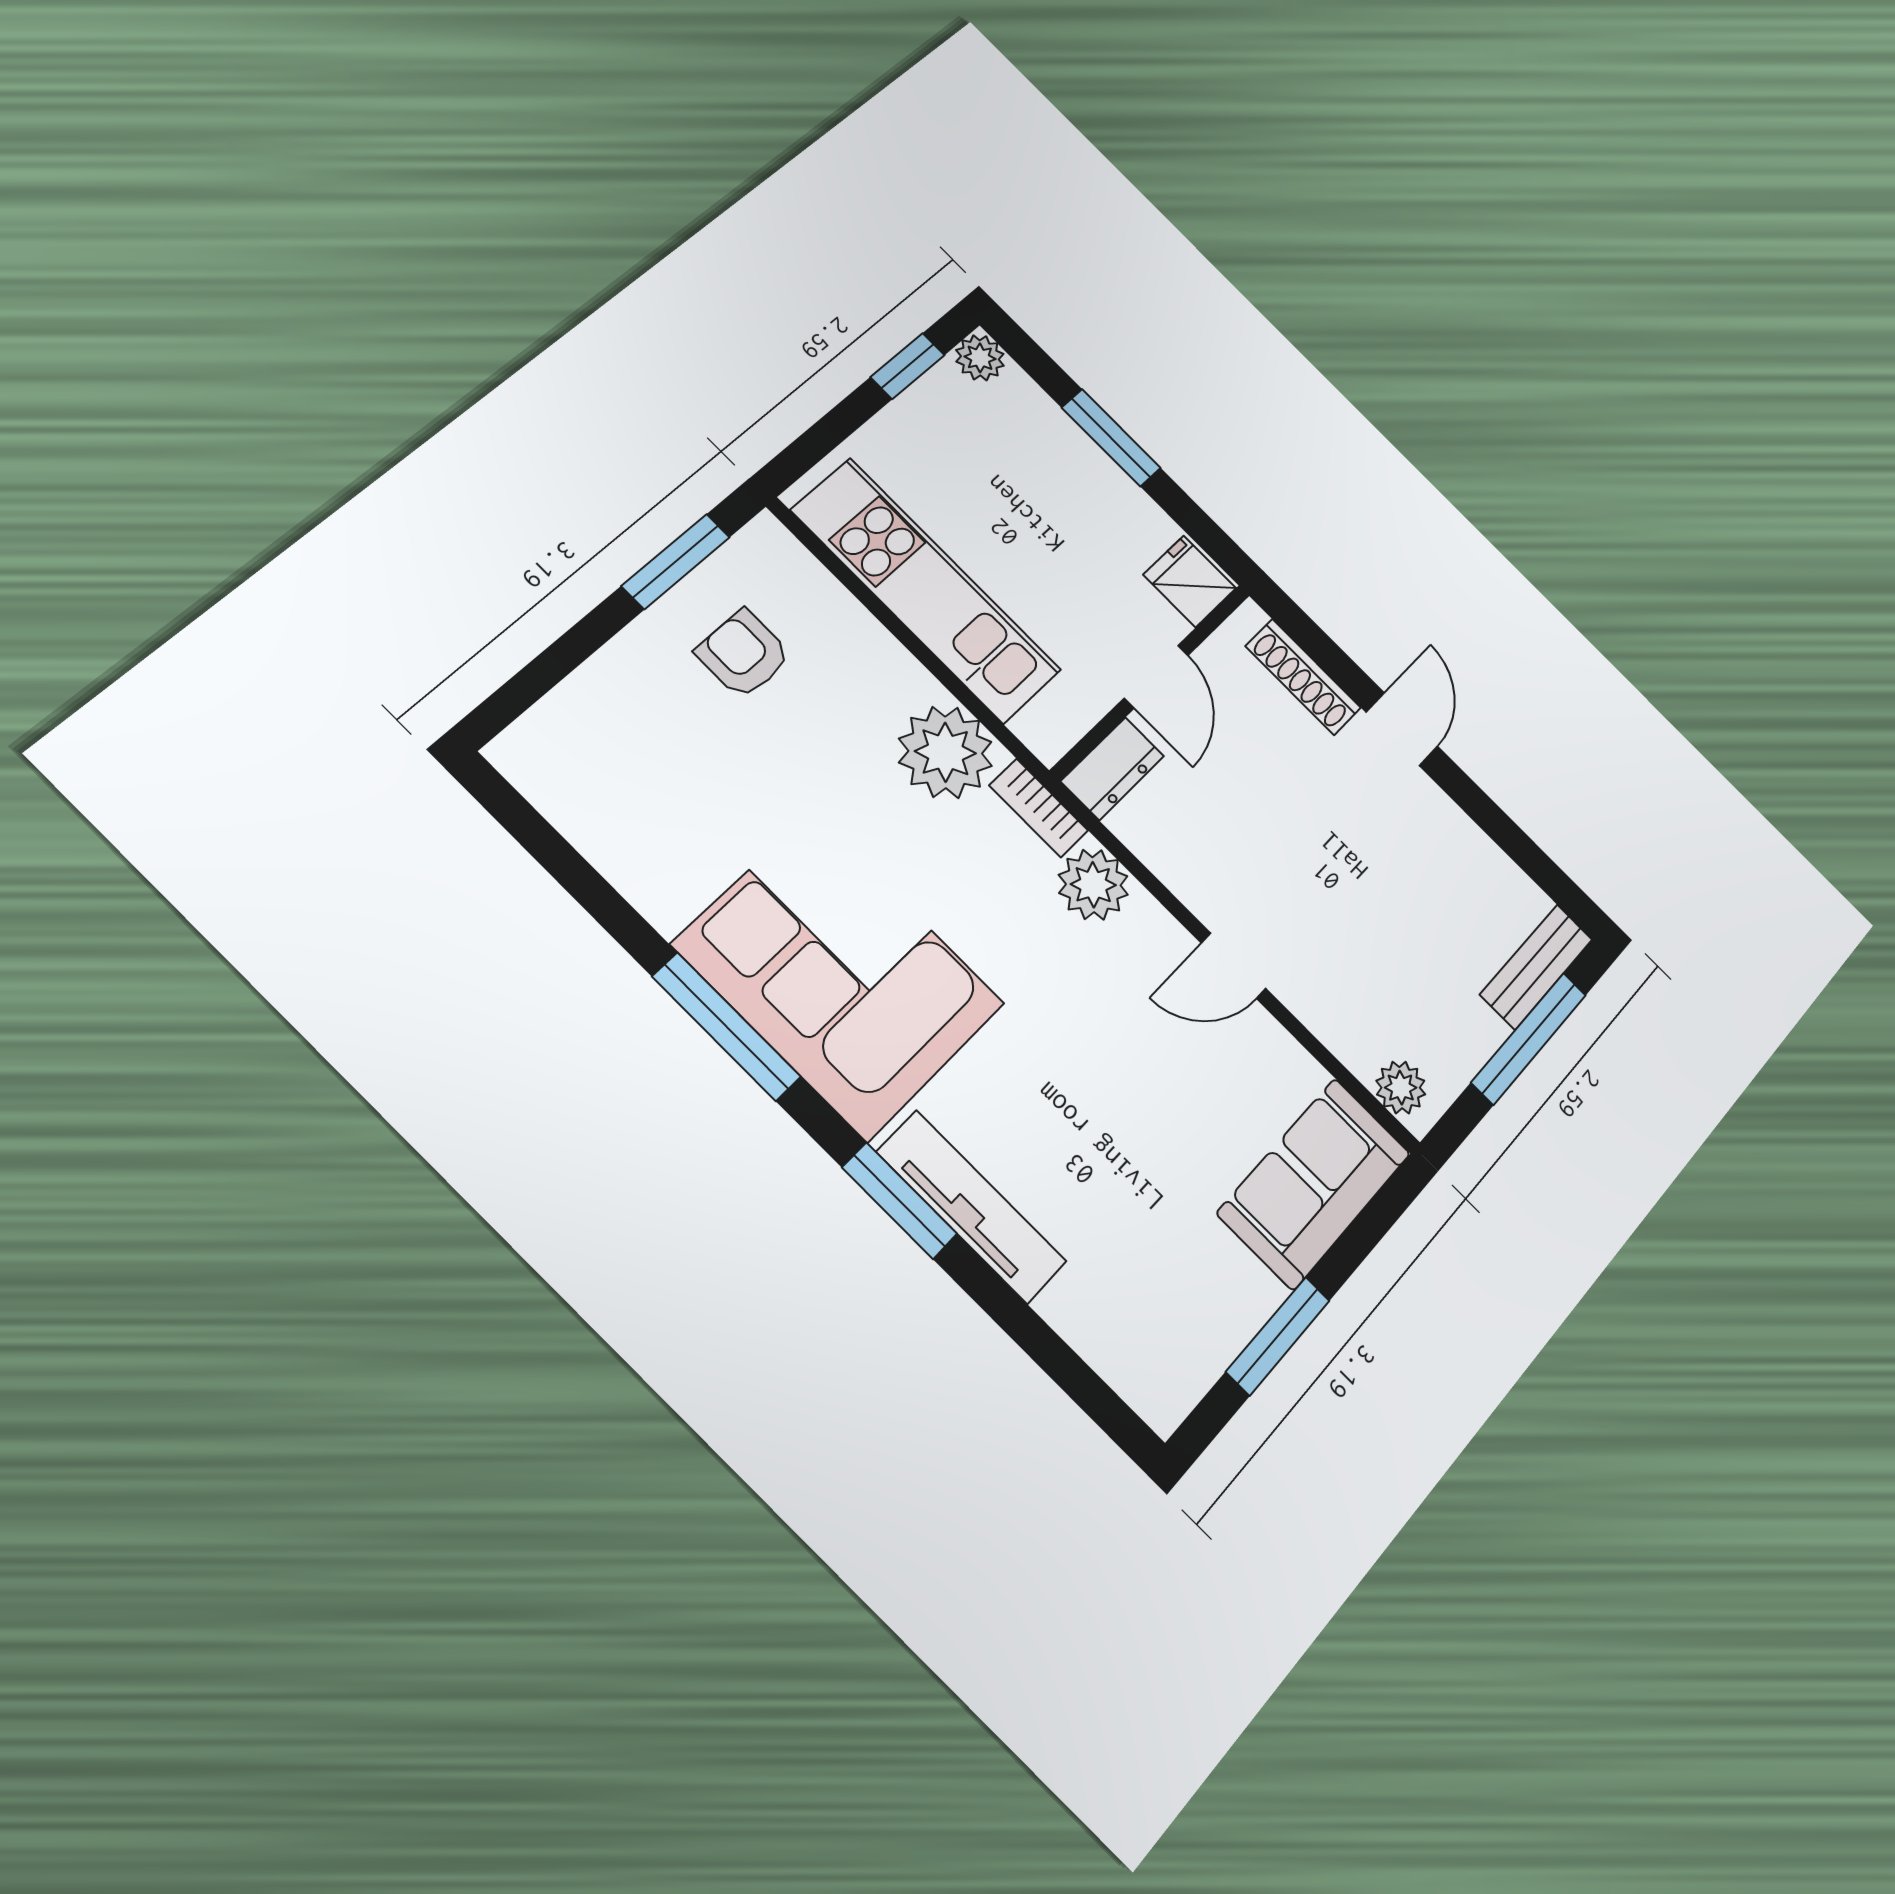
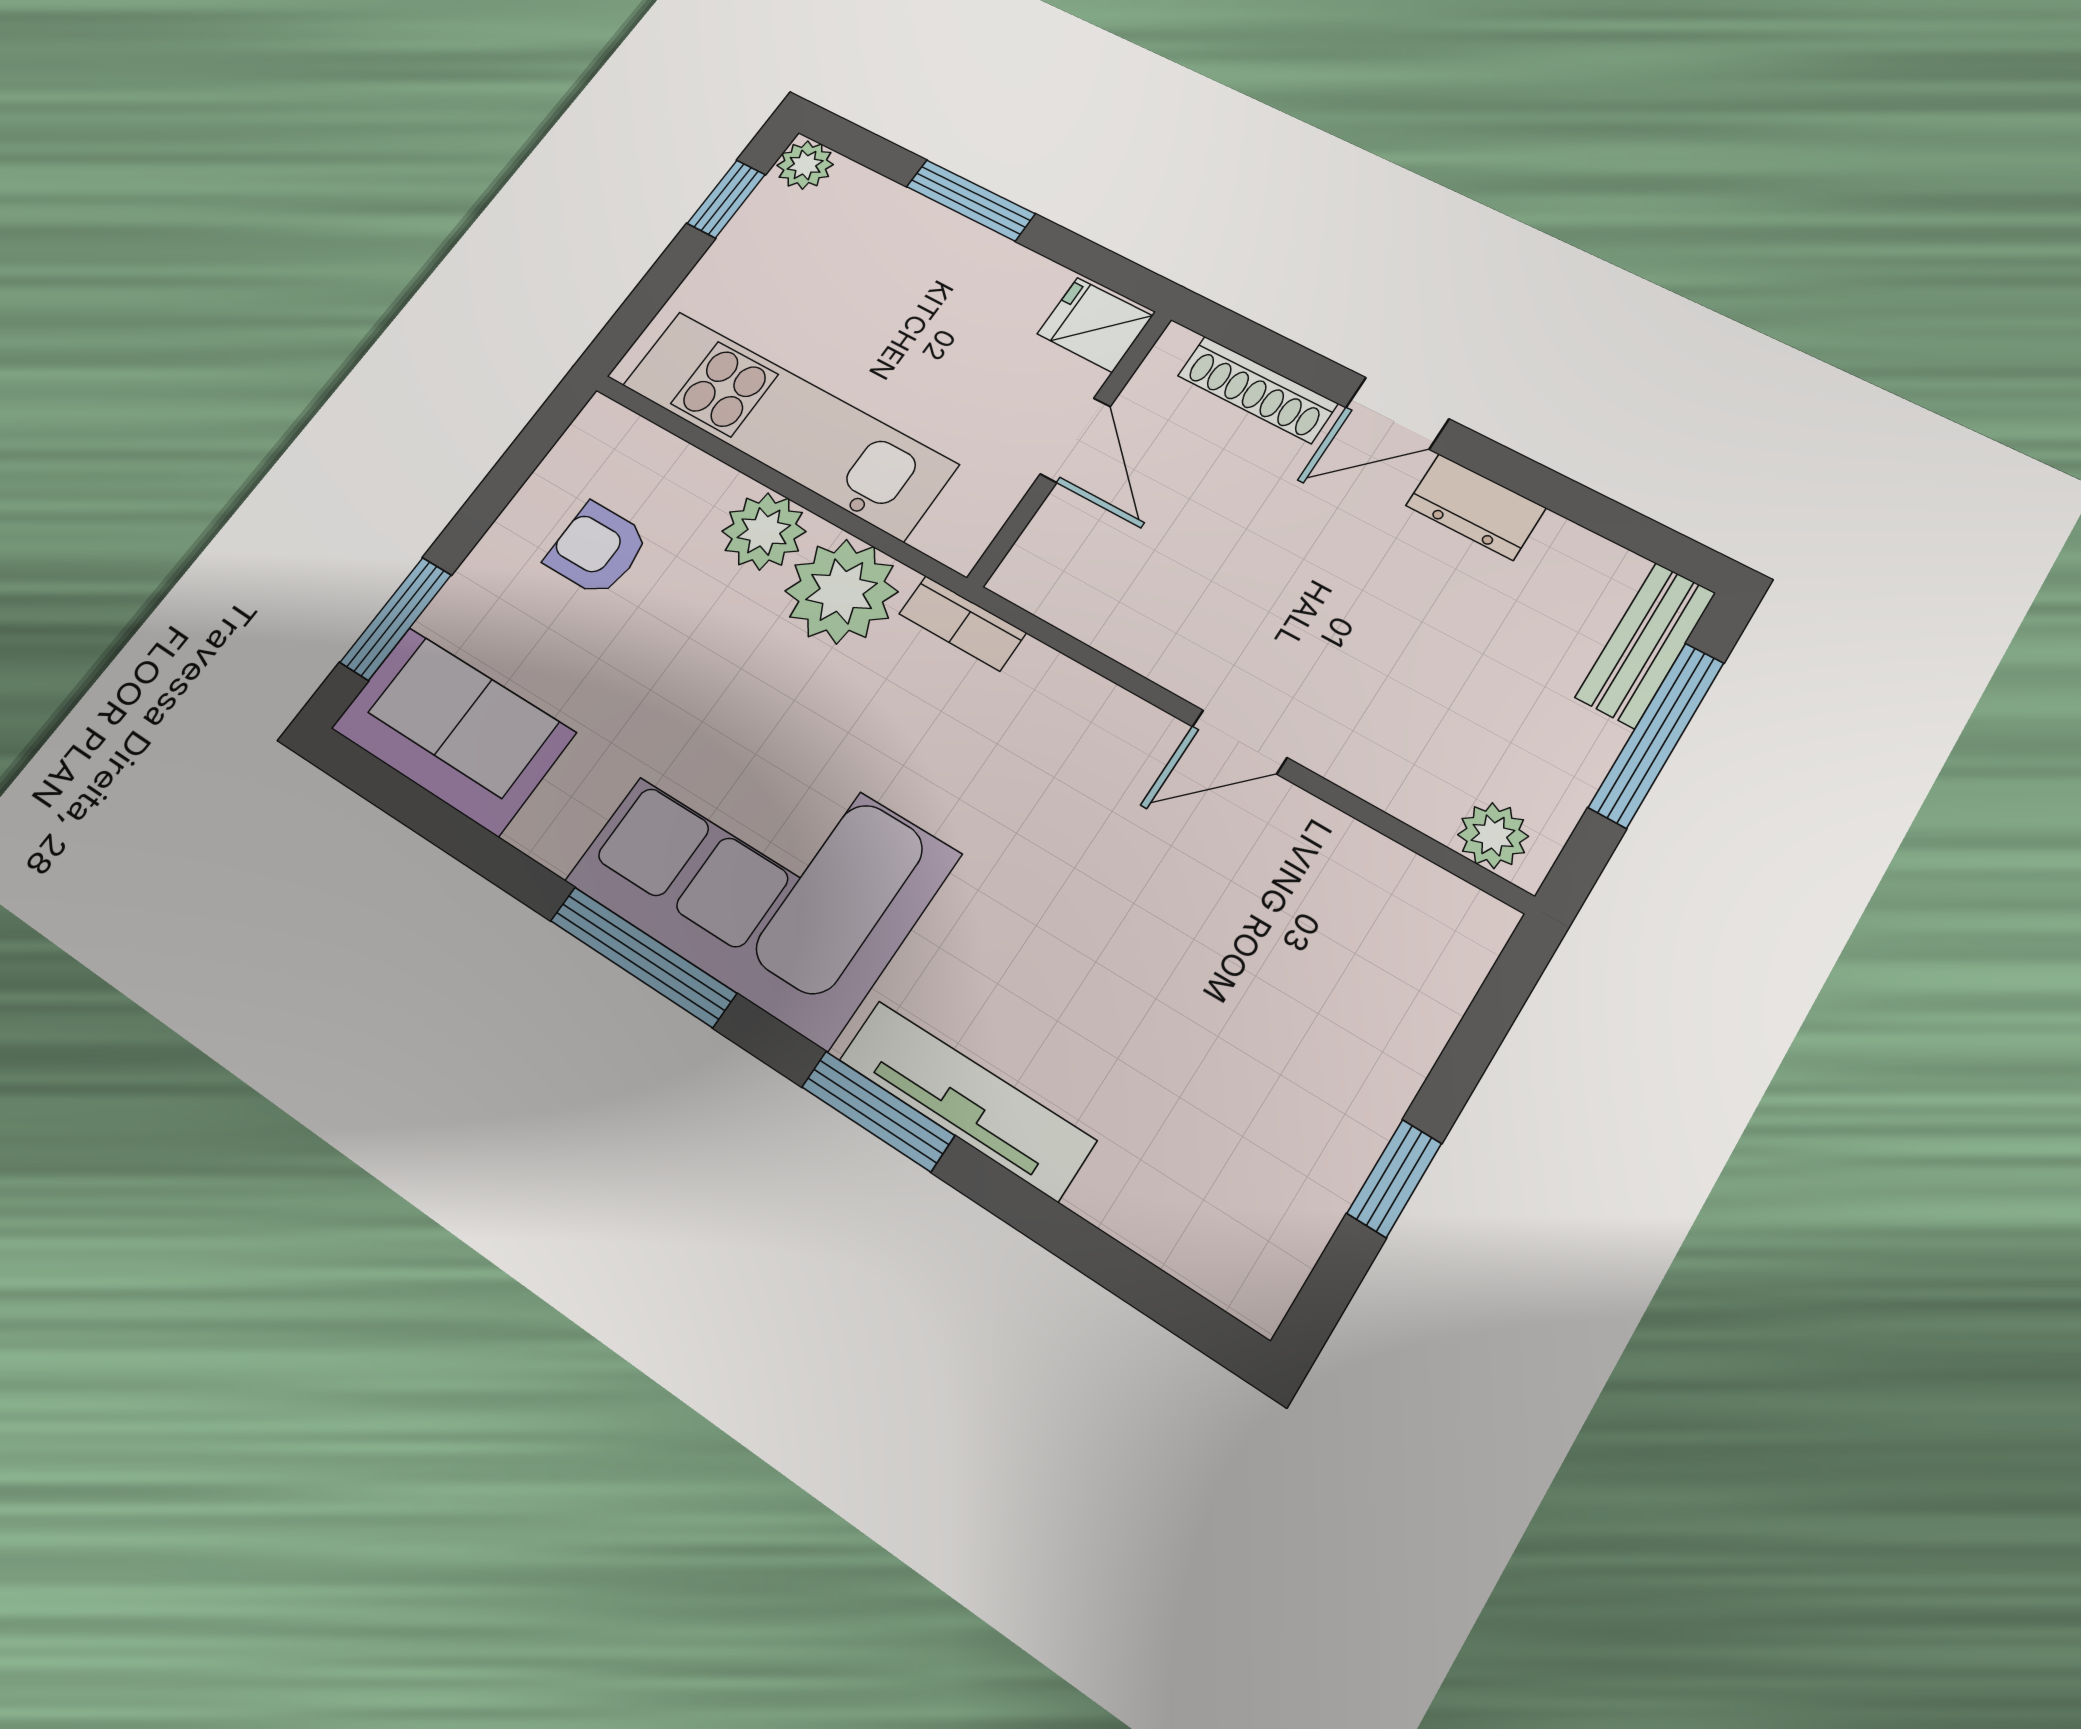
window: (676, 561) -> (396, 619), moved
door: (1402, 729) -> (1397, 413), swing flipped
dresser: (1112, 769) -> (1476, 507), moved, turned 90
plant: (1093, 885) -> (764, 531), moved
sofa: (1314, 1183) -> (453, 730), moved, turned 90
window: (1278, 1336) -> (1394, 1178), width x0.67

